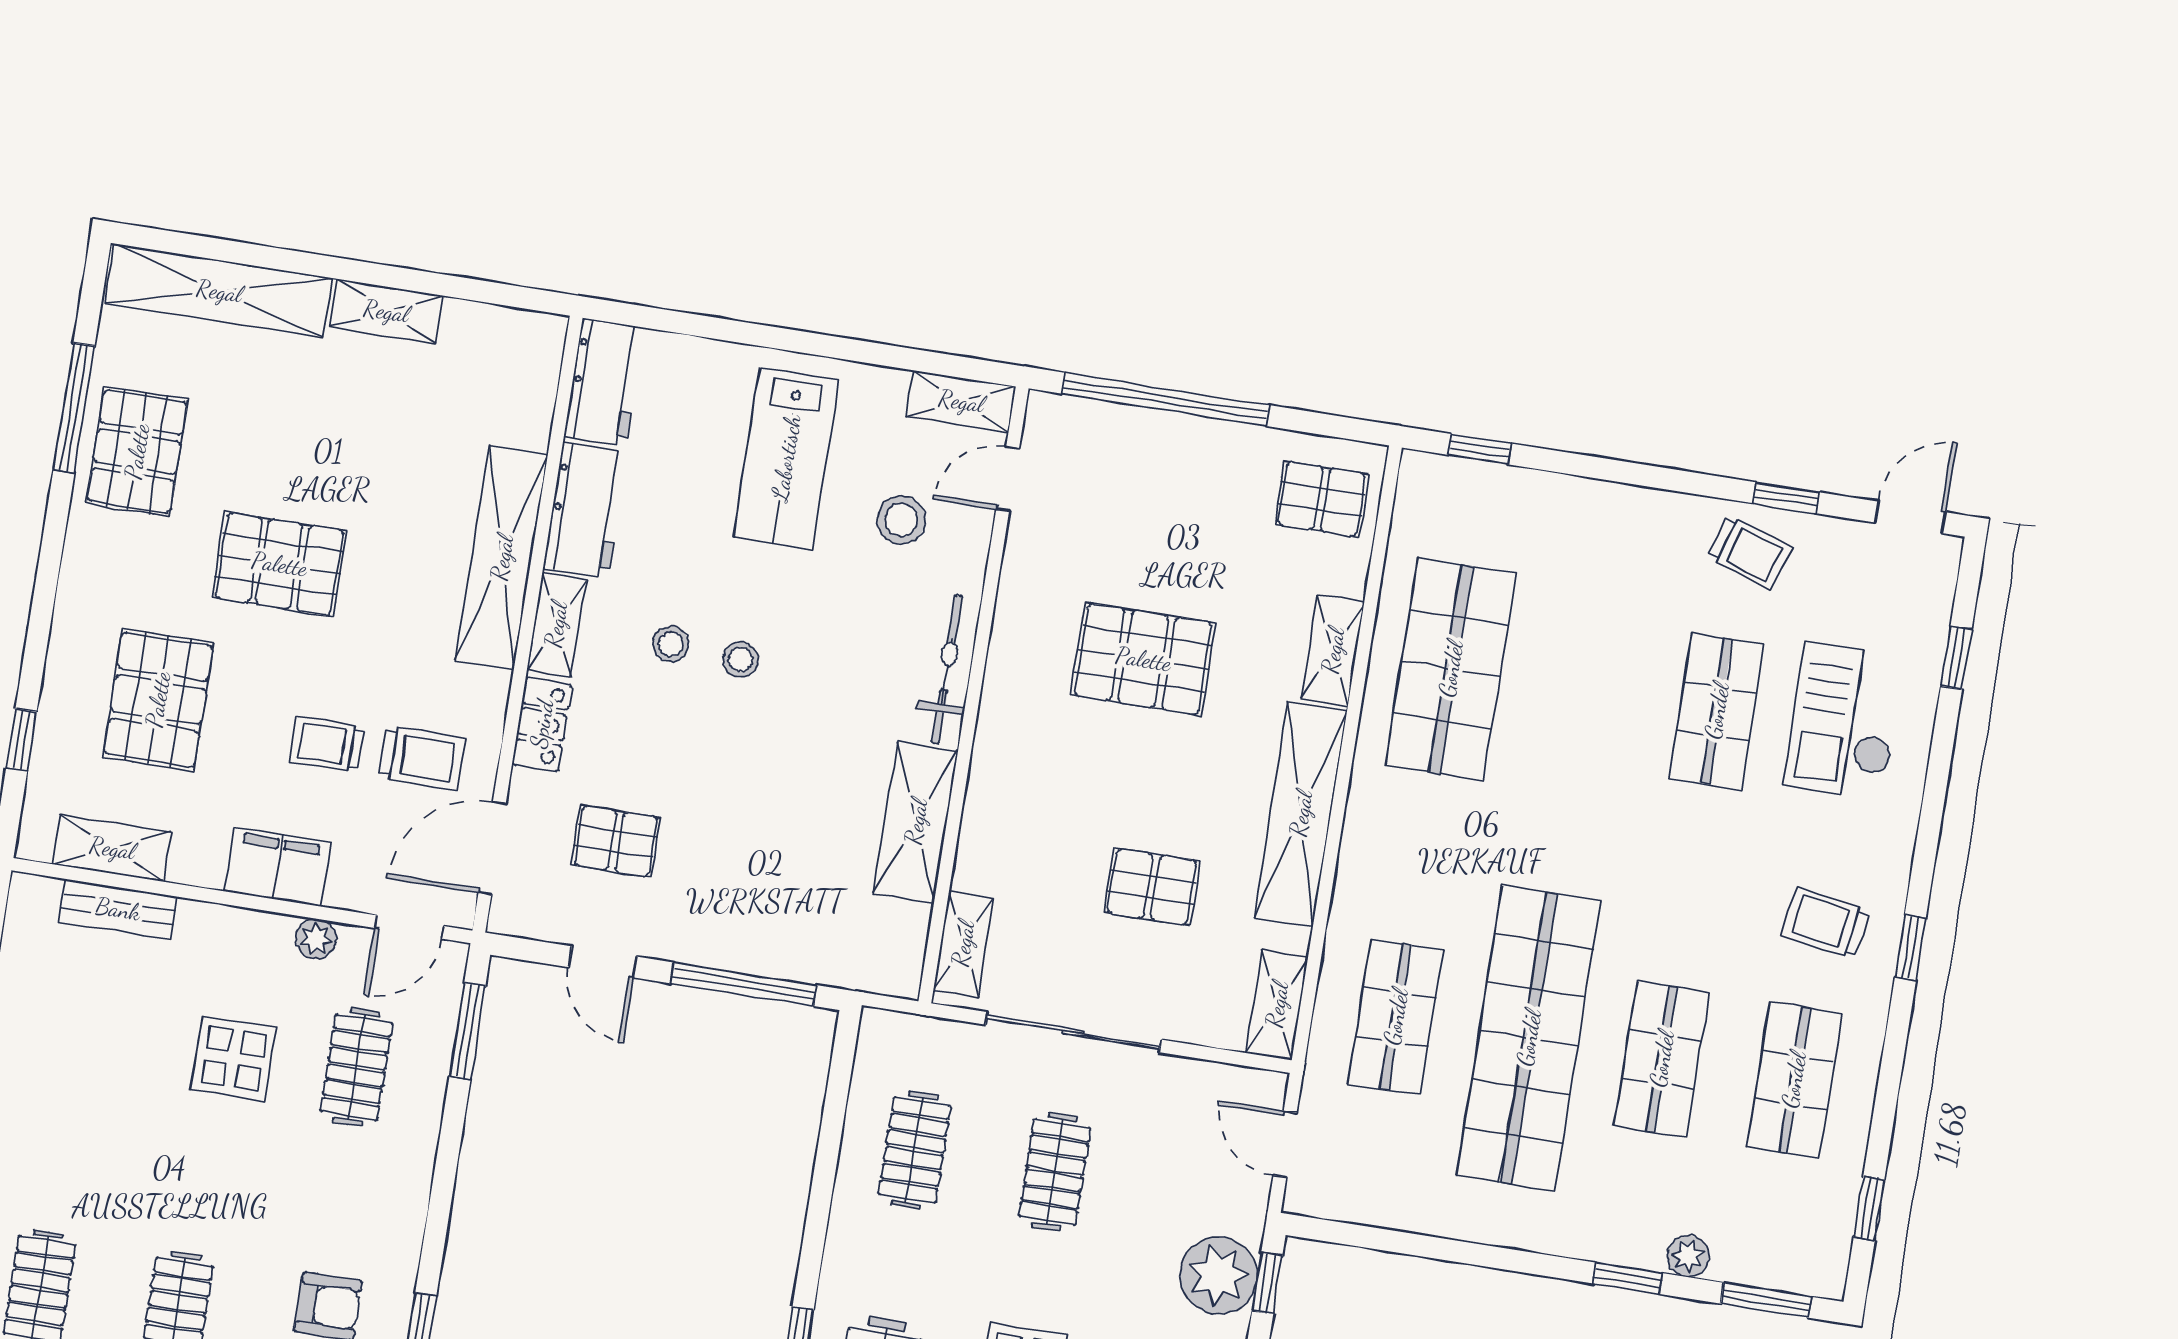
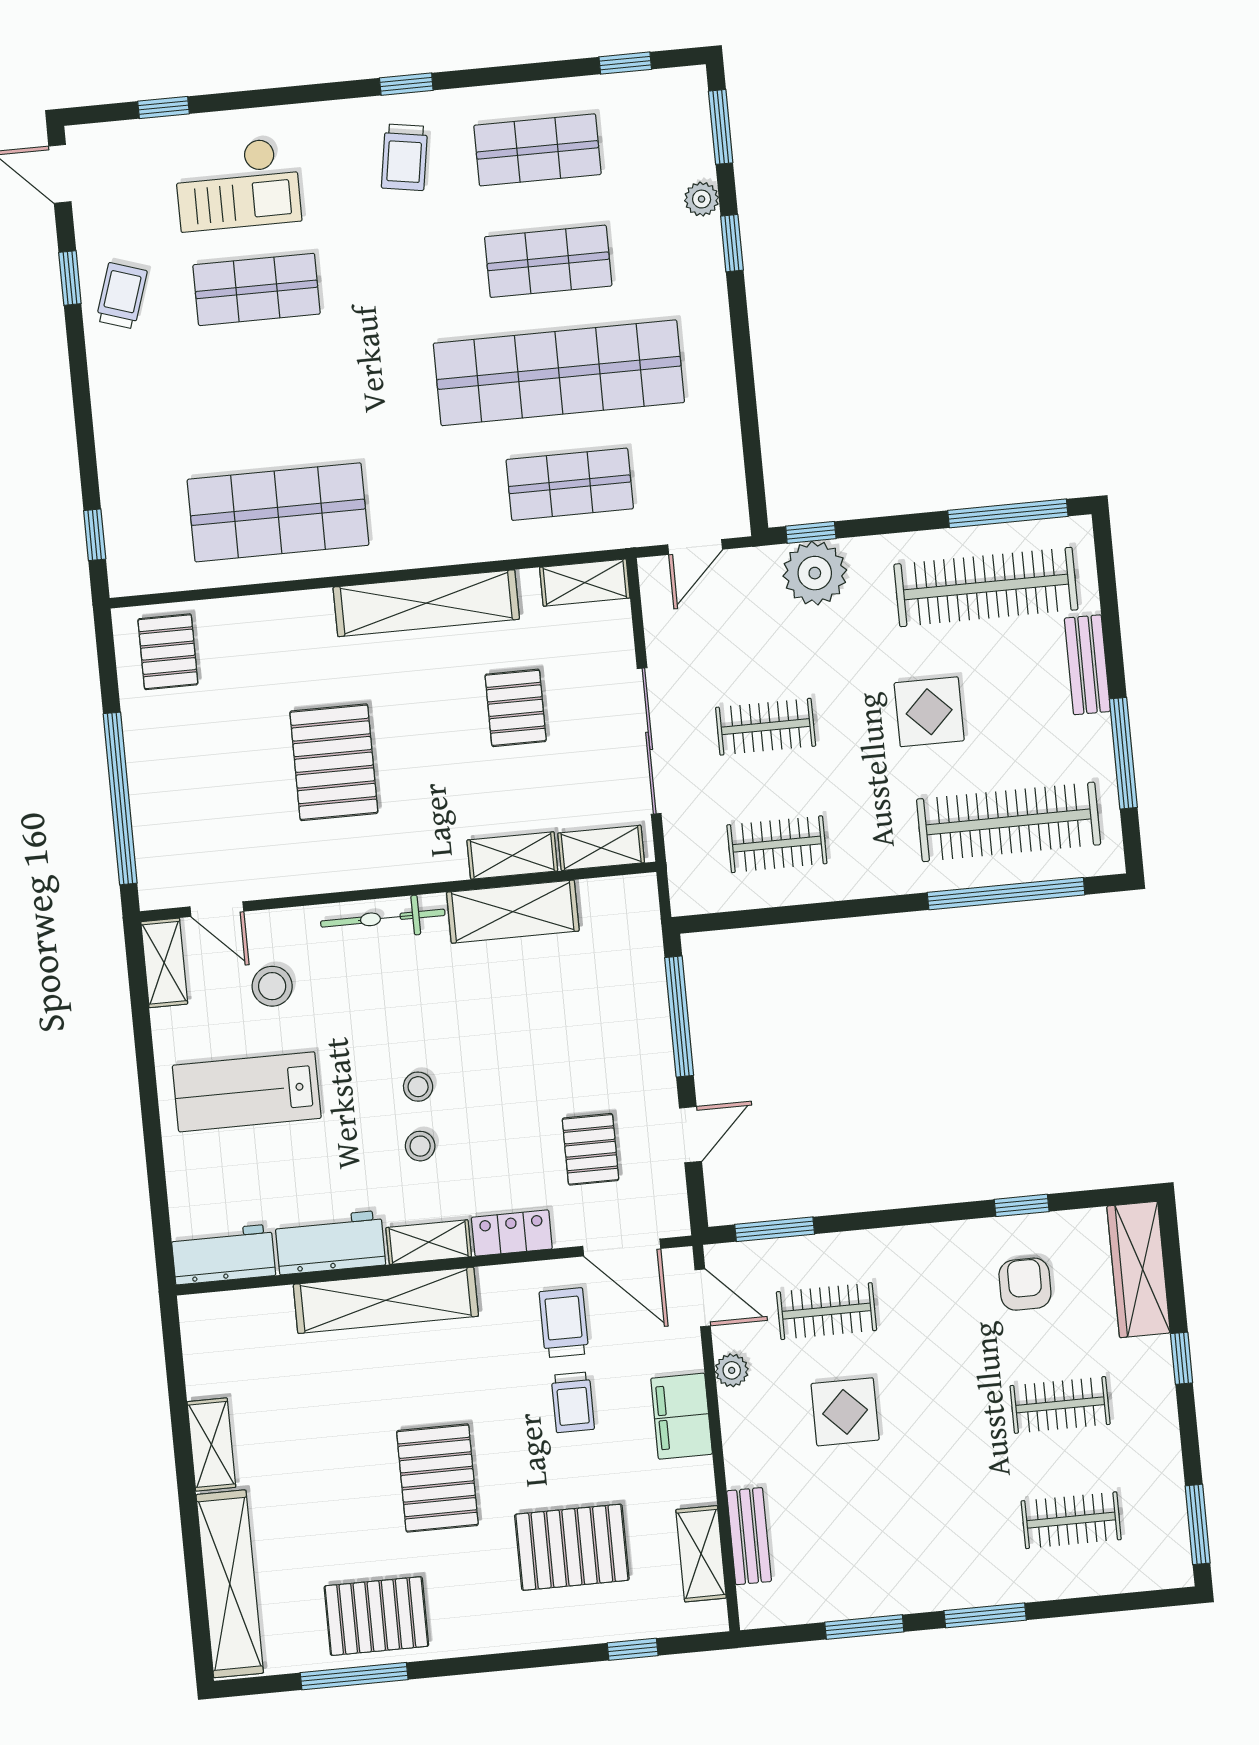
lab bench: (786, 458) -> (247, 1092), turned 180
shelving: (1333, 651) -> (512, 856), moved

